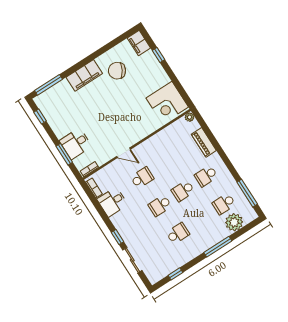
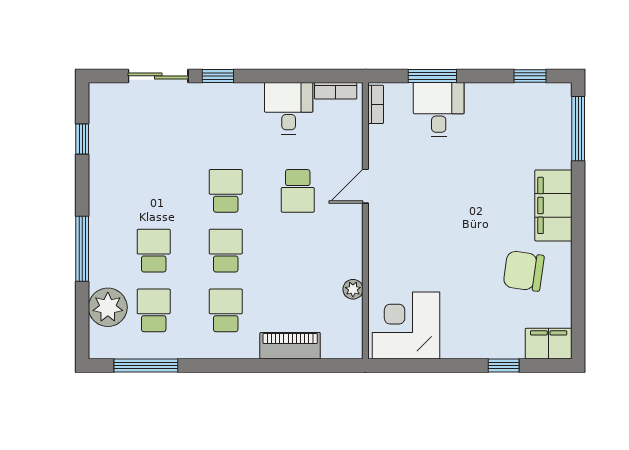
chair: (117, 71) -> (524, 271), turned -112
plant: (190, 117) -> (353, 289), moved
school desk: (178, 233) -> (154, 251), moved, turned 180

